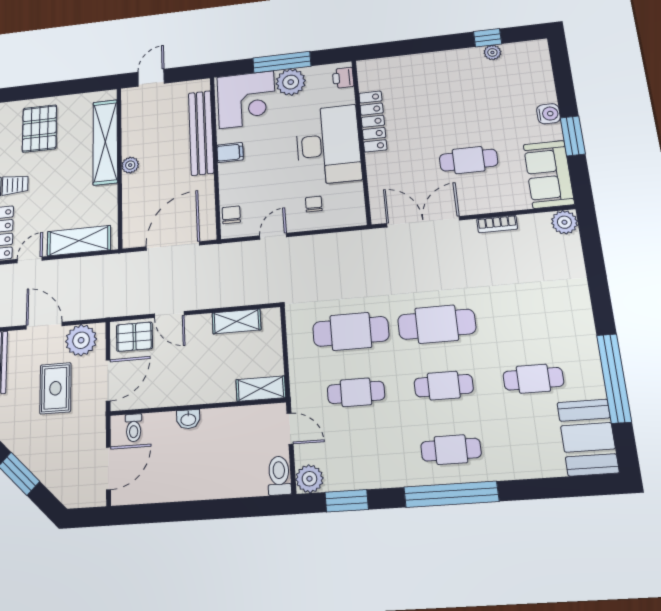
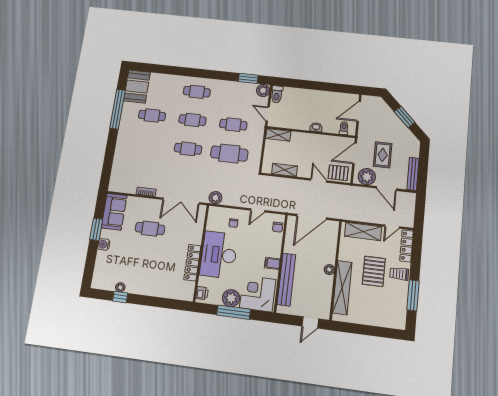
pallet: (39, 128) -> (374, 271), moved
plant: (564, 222) -> (215, 198), moved
cafe table: (437, 324) -> (188, 149), width x0.73, depth x0.74
window: (451, 494) -> (202, 73), removed

